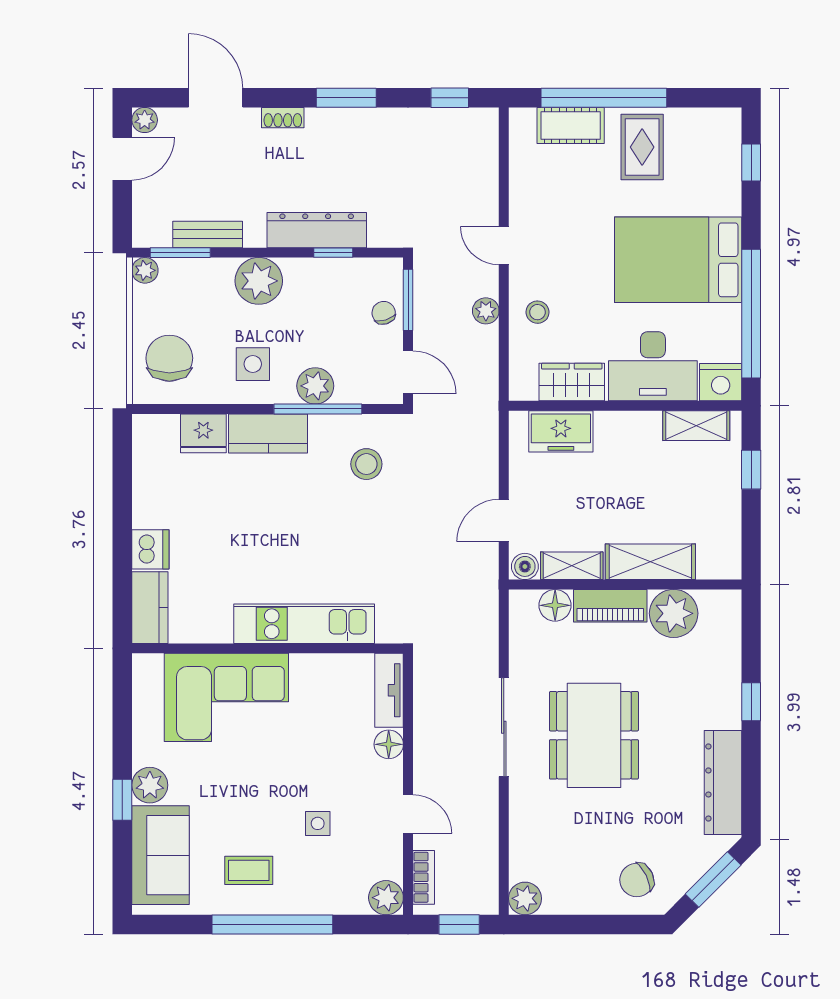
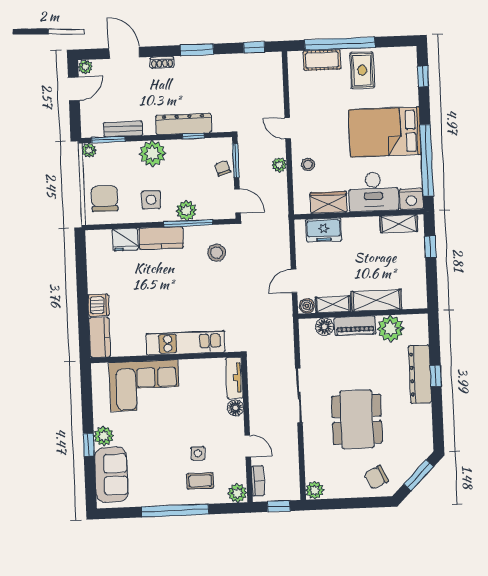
dining table: (594, 735) -> (357, 419), moved
dresser: (723, 782) -> (420, 374), moved
coffee table: (249, 870) -> (200, 481), moved

